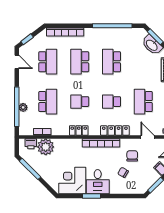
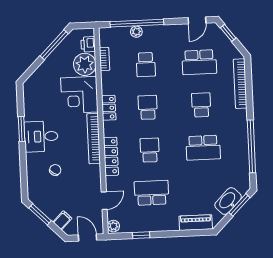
school desk: (80, 62) -> (201, 105), width x0.54
school desk: (111, 62) -> (203, 148), turned 180
school desk: (48, 102) -> (146, 65), width x0.54
chair: (132, 156) -> (78, 181), removed
corner desk: (72, 181) -> (79, 95), moved, turned 180

